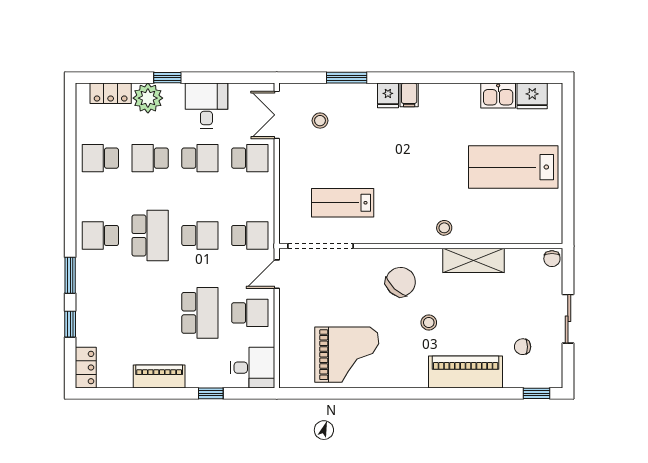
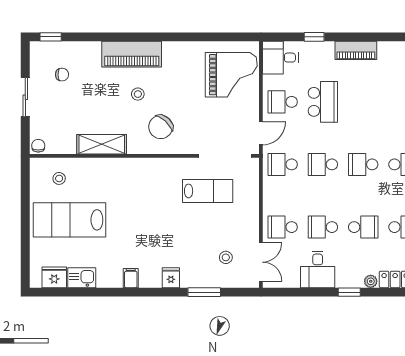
filing cabinet: (409, 95) -> (131, 278), moved
plant: (148, 98) -> (371, 281), width x0.53, depth x0.53
lab bench: (513, 167) -> (69, 220), turned 180
stool: (444, 228) -> (59, 178), moved
school desk: (150, 235) -> (363, 164), width x0.54
school desk: (200, 313) -> (323, 102), turned 180
grand piano: (347, 355) -> (231, 75), moved, turned 180
piano: (466, 372) -> (132, 54), moved

